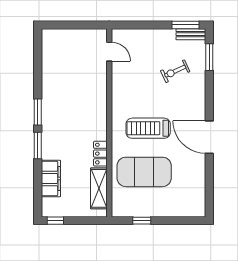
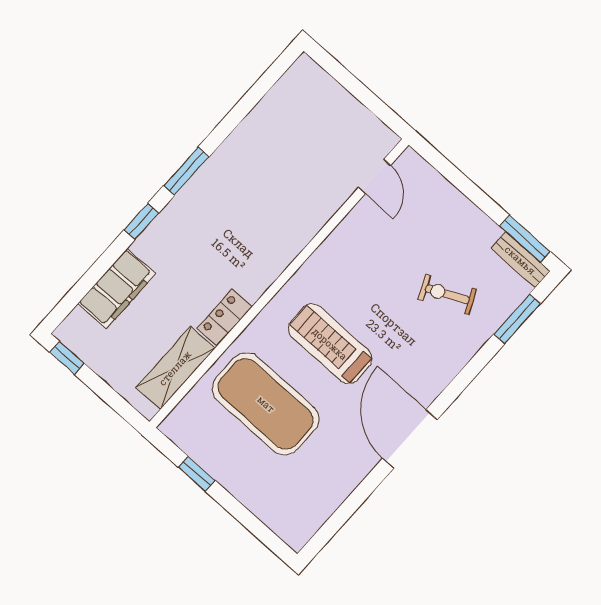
window: (38, 146) -> (141, 222), width x0.67

